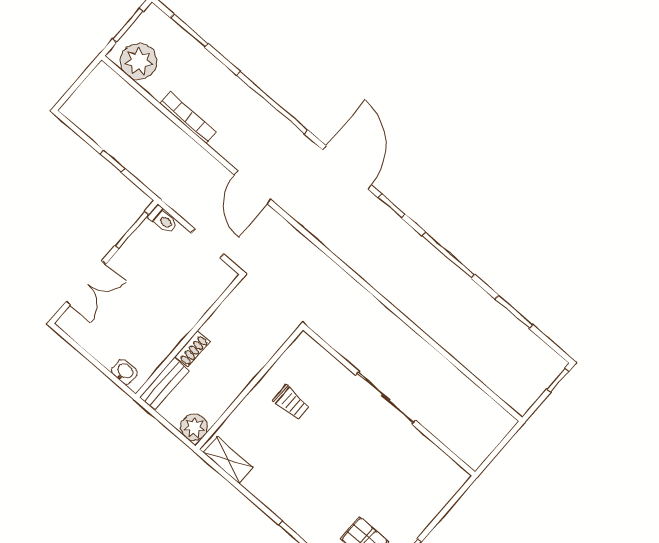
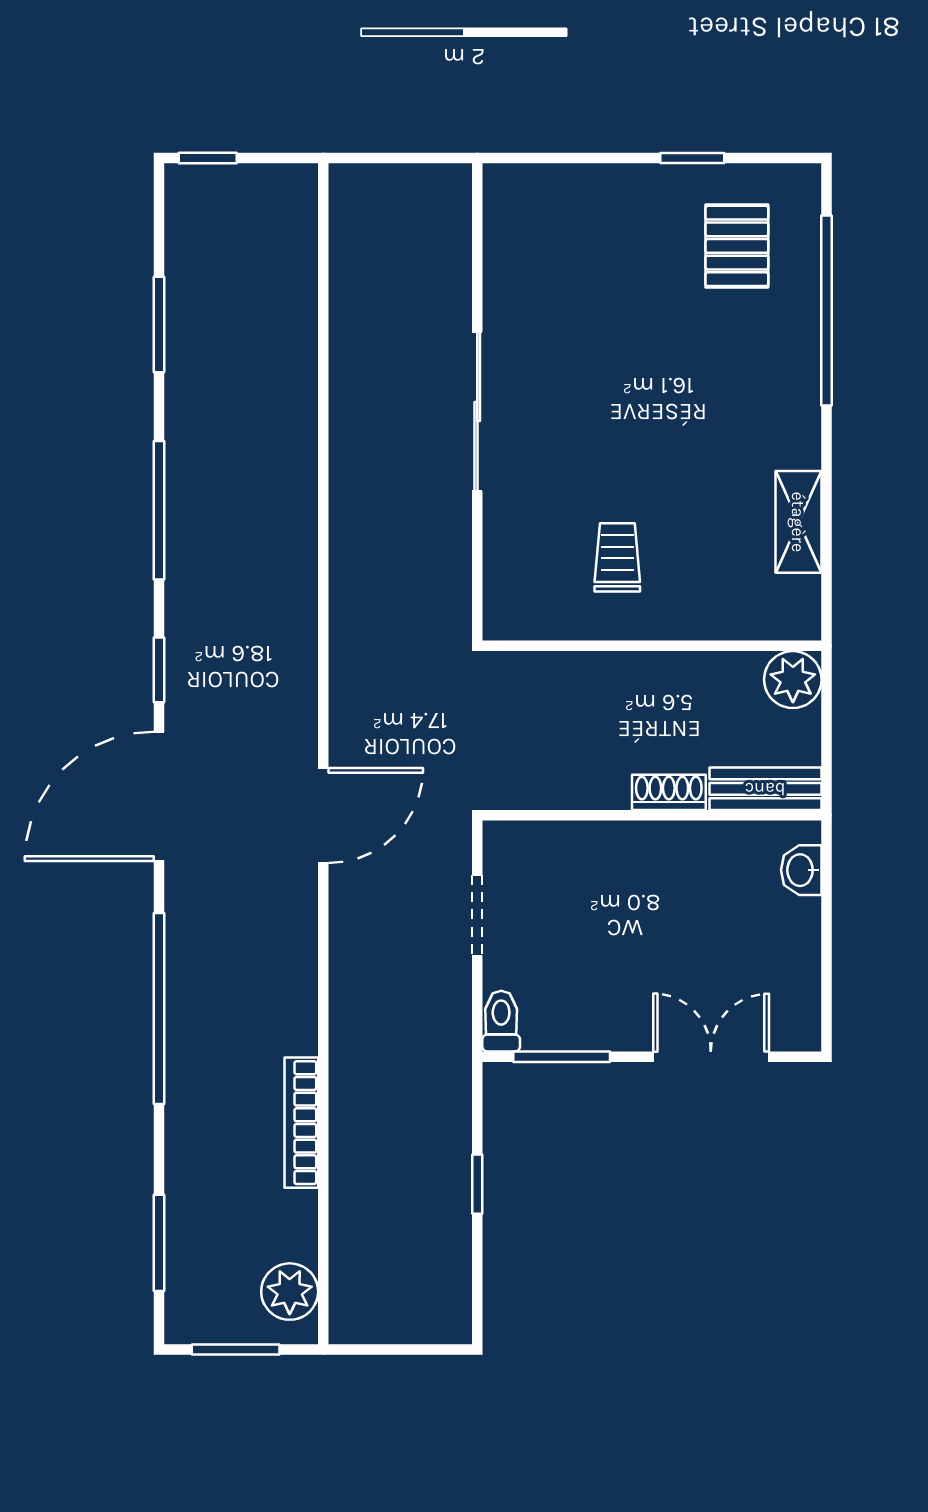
plant: (139, 61) -> (290, 1292), width x0.73, depth x0.73
door: (253, 187) -> (323, 815), moved
shelving: (228, 460) -> (798, 522), moved

